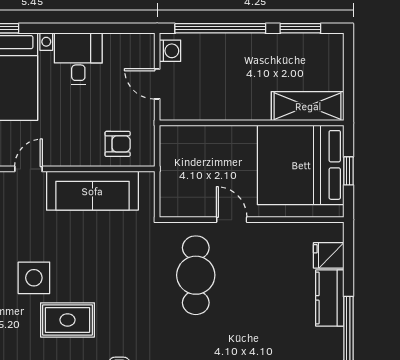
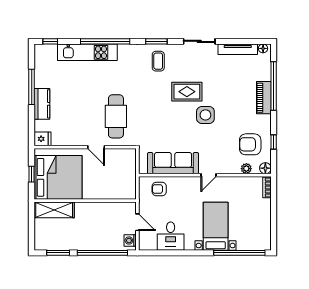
desk: (78, 59) -> (171, 236), moved
fridge: (329, 255) -> (42, 139), moved

